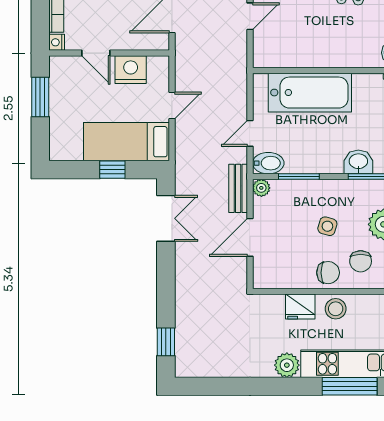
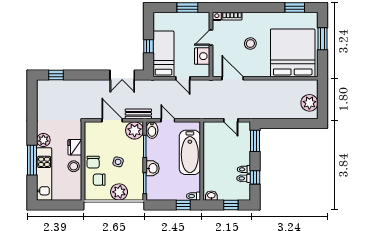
washbasin: (358, 162) -> (153, 168), moved
plant: (261, 188) -> (135, 130), width x1.88, depth x1.88
window: (350, 386) -> (32, 160), moved

